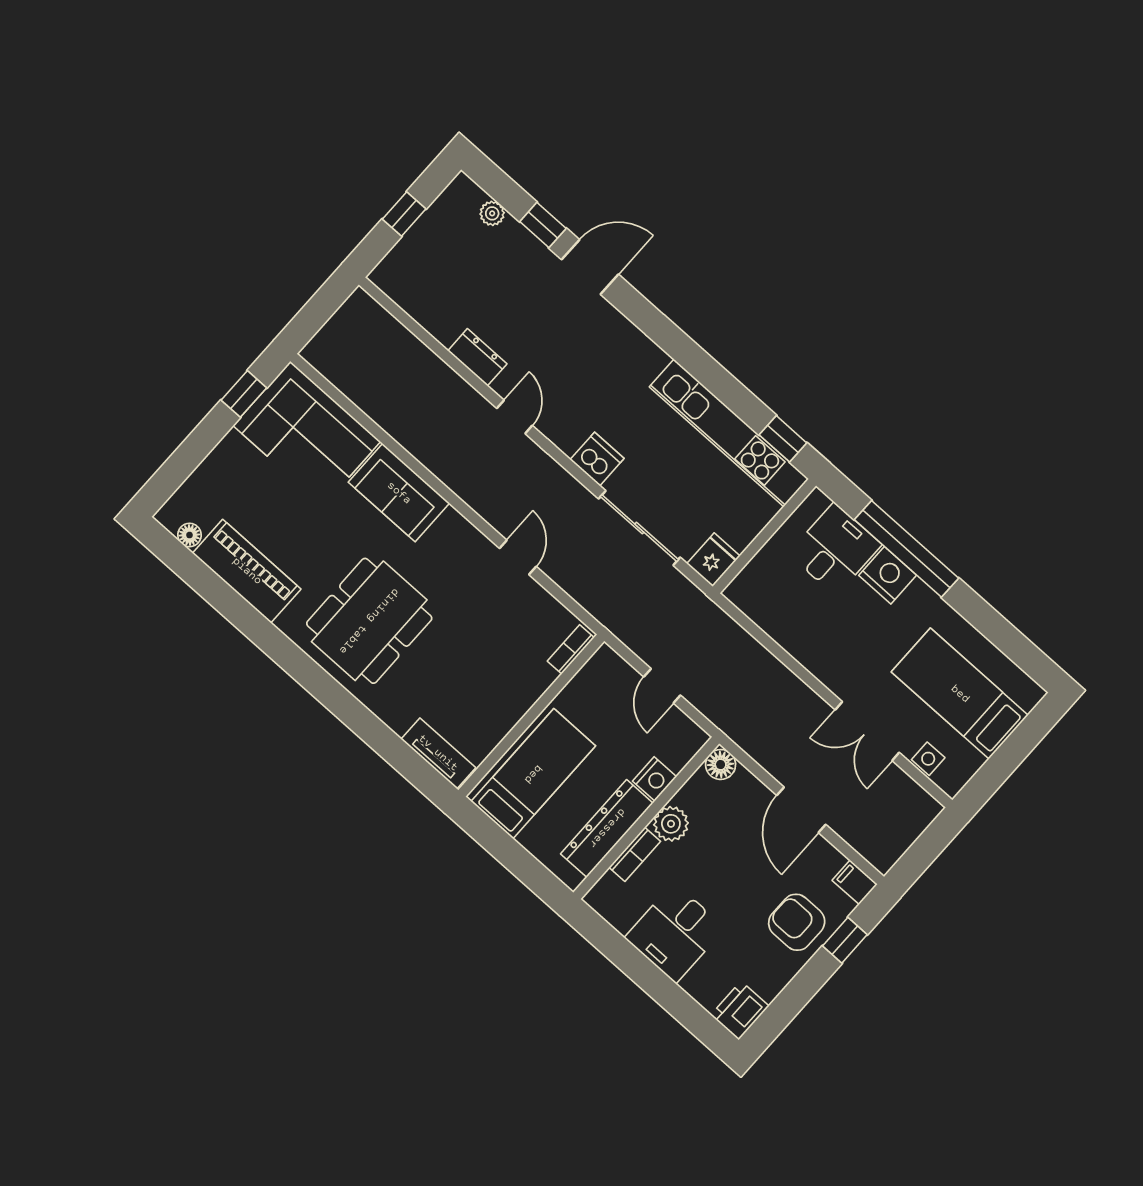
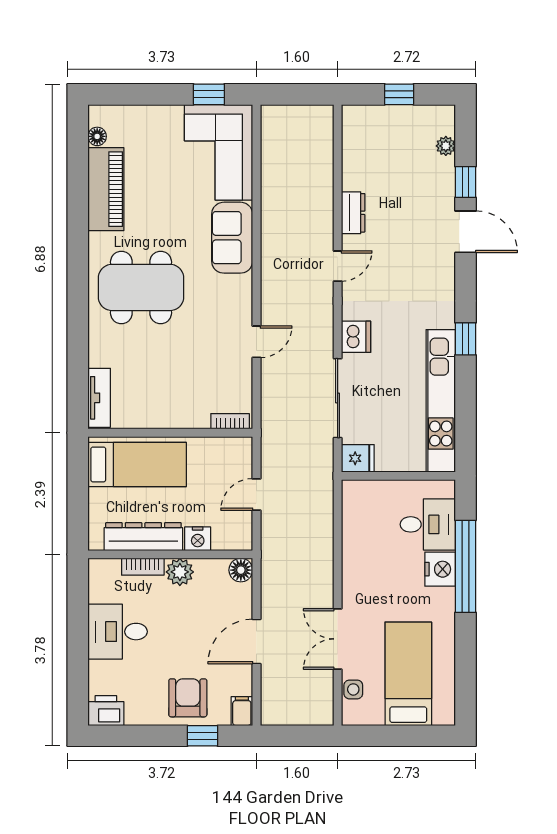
window: (783, 439) -> (466, 339), moved

